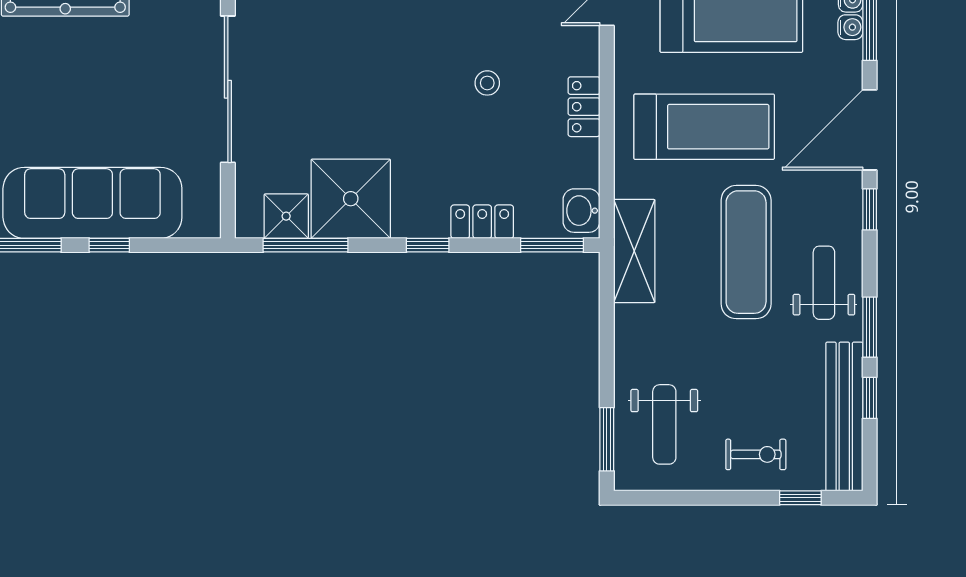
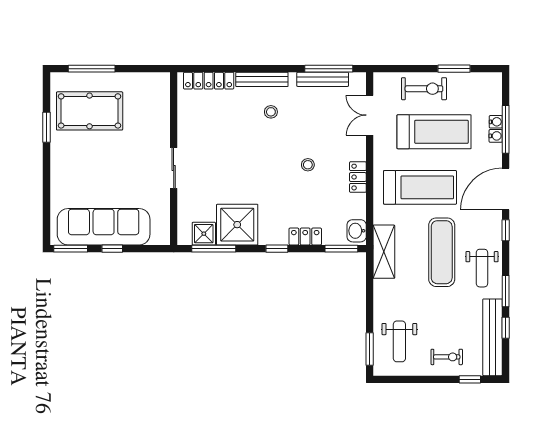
sliding door: (228, 89) -> (174, 168), width x0.54
weight bench: (824, 283) -> (482, 268), turned 180

